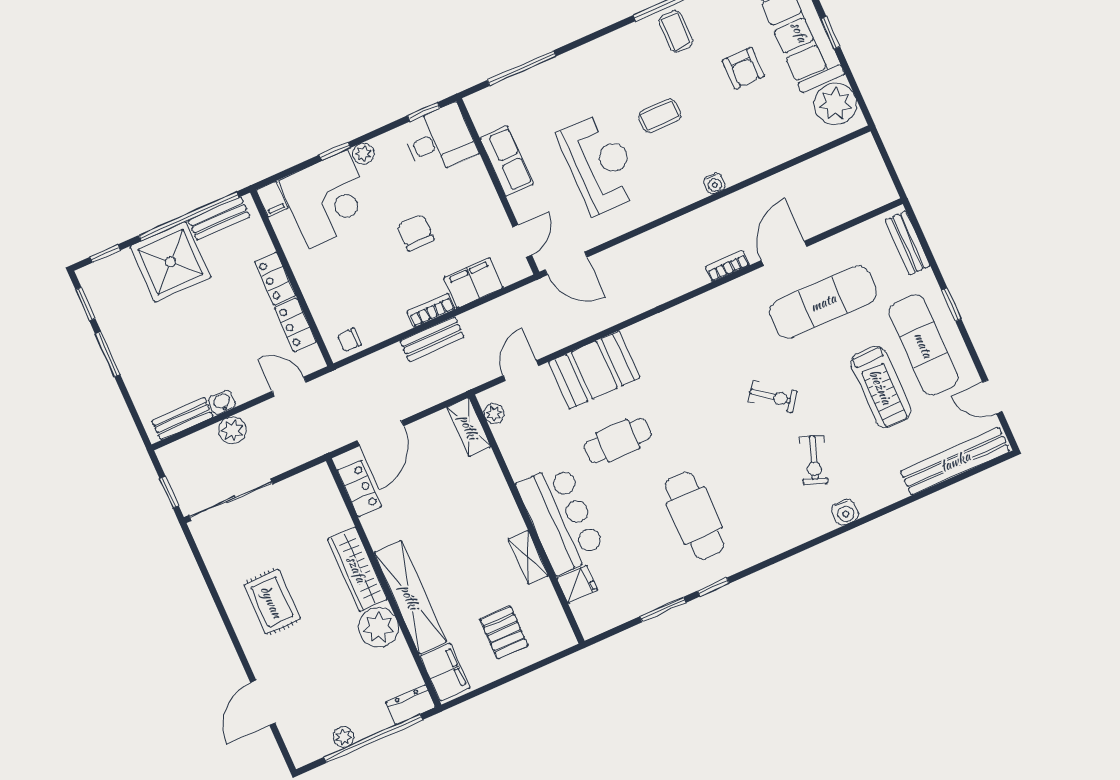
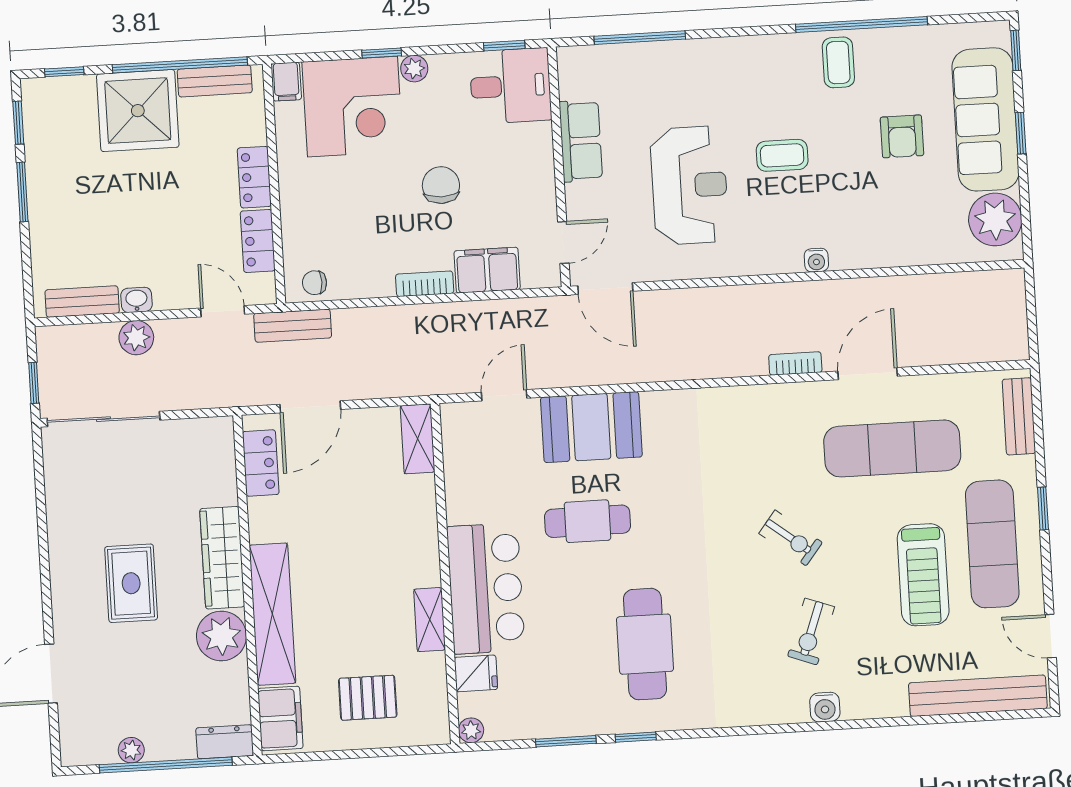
bench: (432, 339) -> (293, 326), moved
plant: (494, 413) -> (471, 730), moved
rug: (272, 602) -> (131, 583), moved
pallet: (504, 632) -> (368, 698), turned 90

